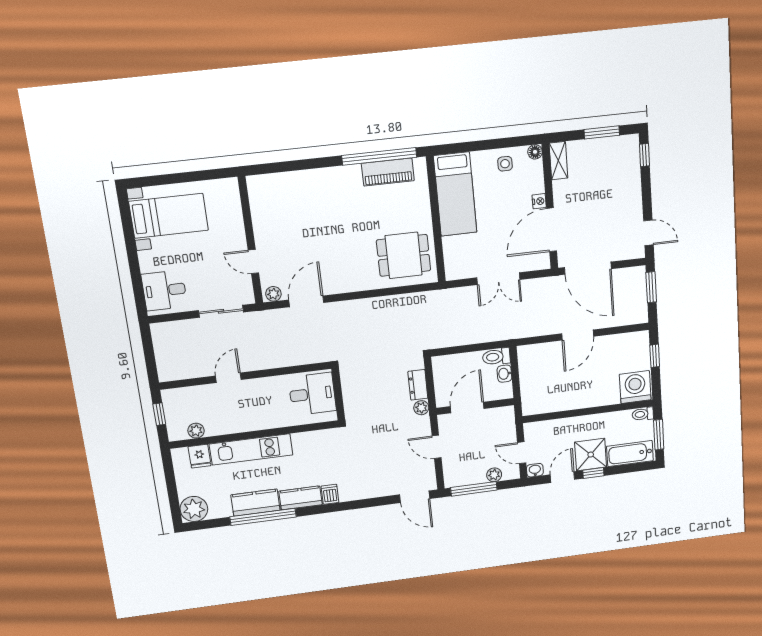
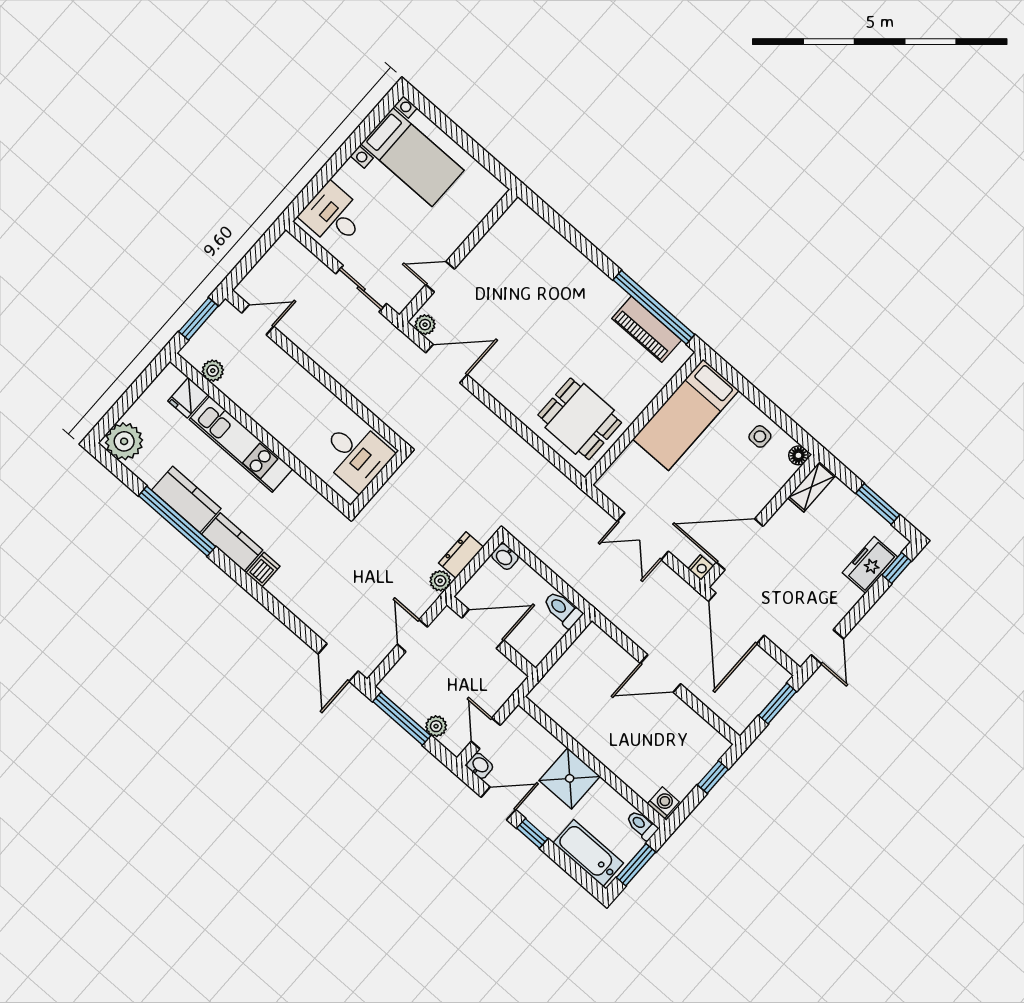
freezer: (629, 168) -> (870, 565), added
nightstand: (539, 201) -> (701, 568), moved
door: (253, 262) -> (440, 277), hinge flipped
washbasin: (504, 374) -> (505, 556), moved, turned -90
door: (228, 378) -> (258, 320), moved
washing machine: (635, 387) -> (663, 803), width x0.53, depth x0.53
window: (159, 414) -> (198, 319), width x1.50
shower: (591, 455) -> (570, 778), moved

